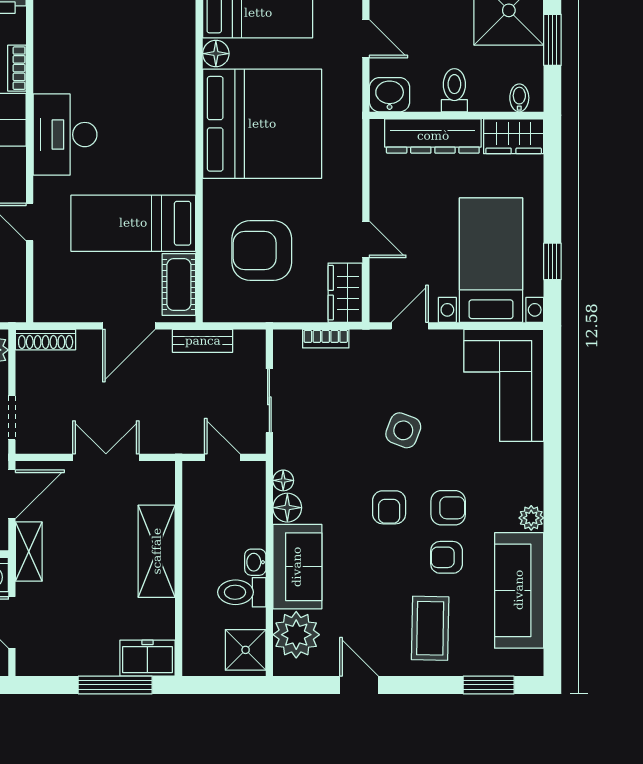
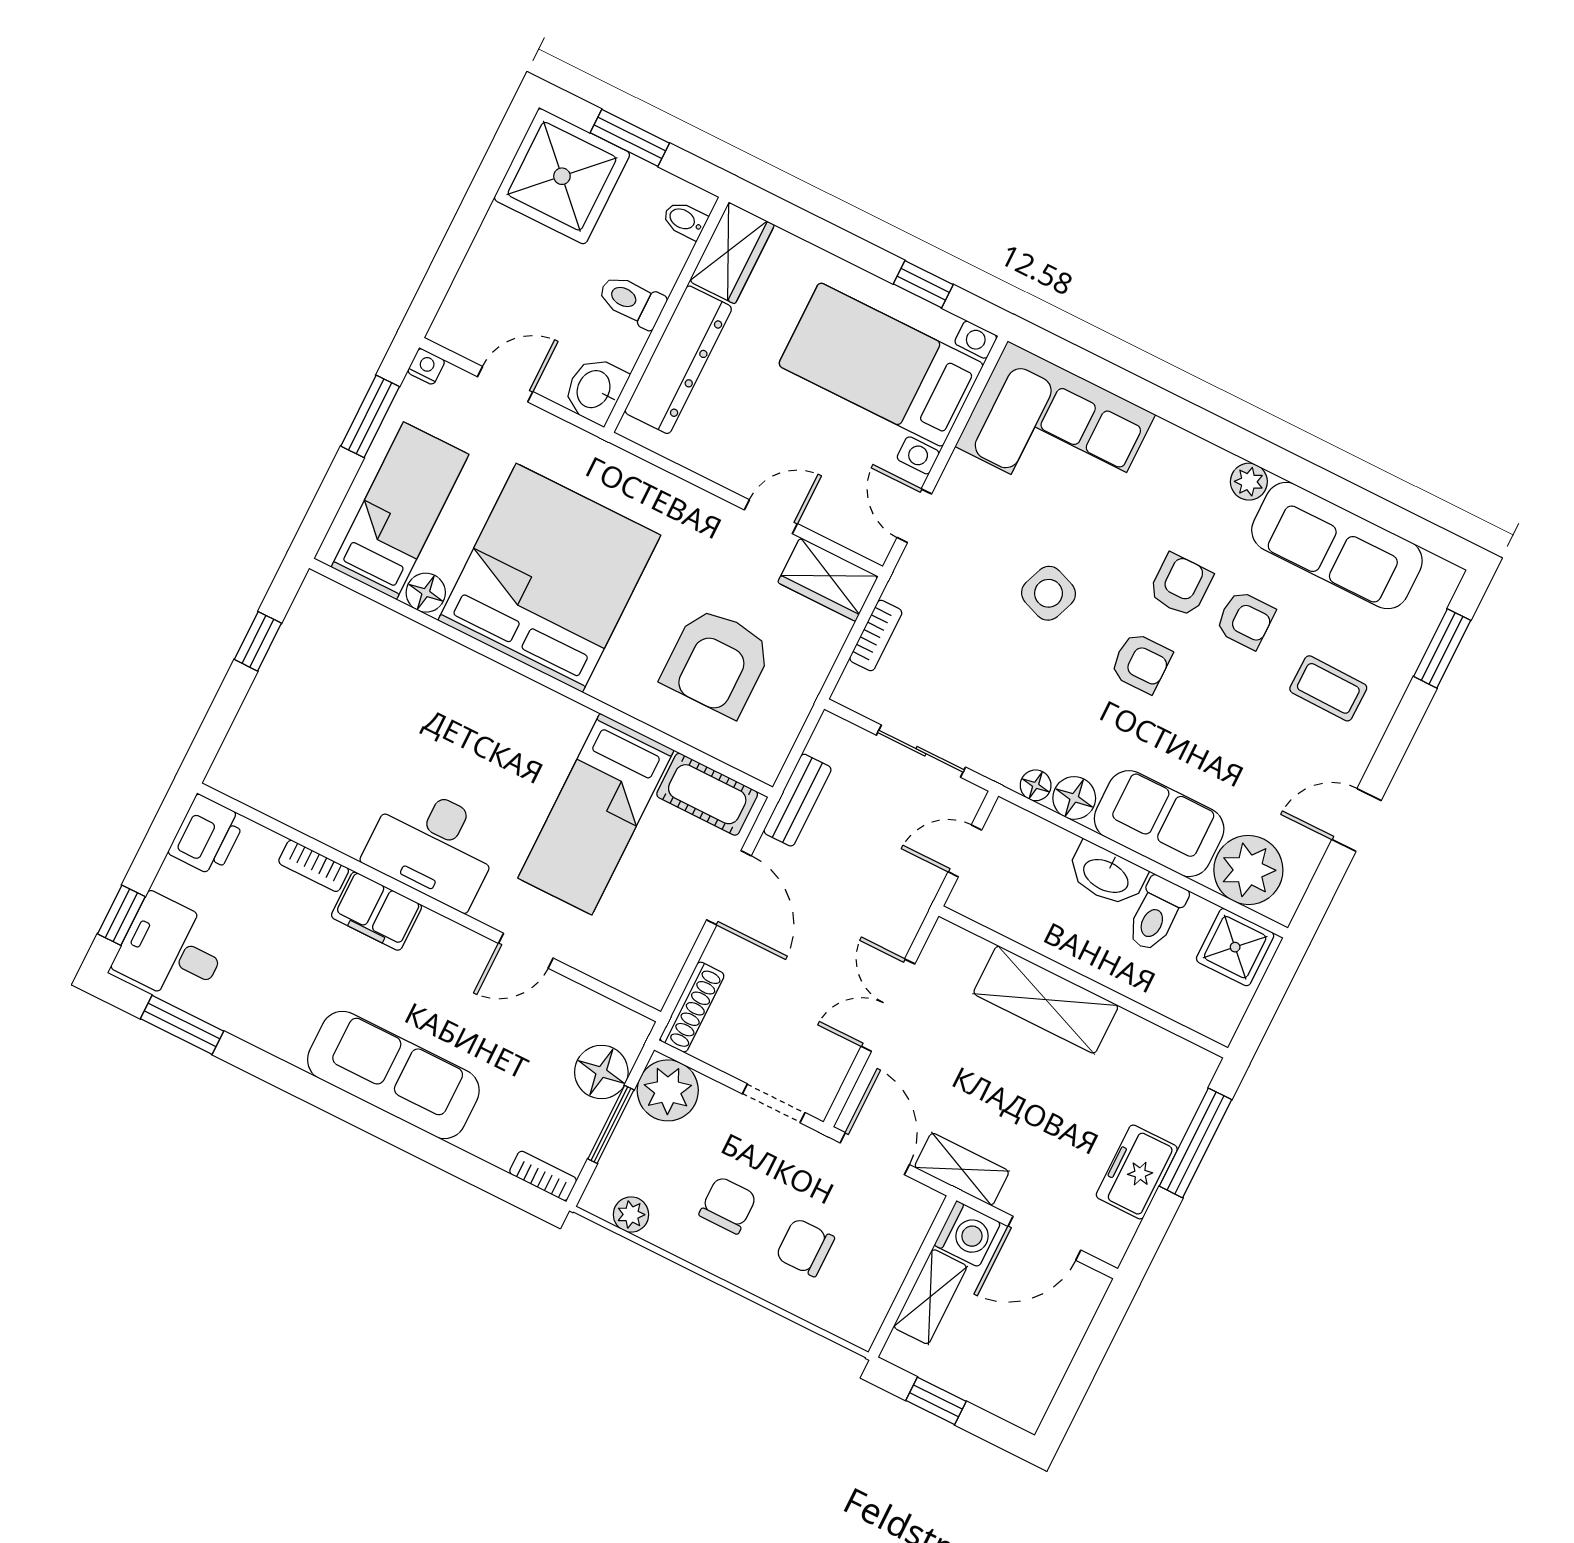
armchair: (447, 557) -> (1245, 620), turned -90
washbasin: (255, 562) -> (1106, 875), width x1.91, depth x1.45
coffee table: (430, 628) -> (1328, 688), width x0.73, depth x0.77
freezer: (147, 658) -> (1137, 1172), moved

